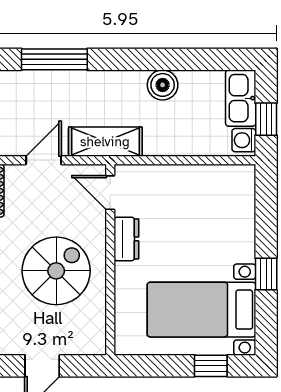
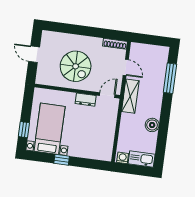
window: (266, 119) -> (131, 169), removed

